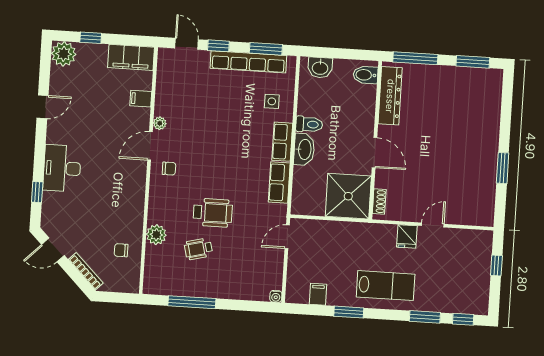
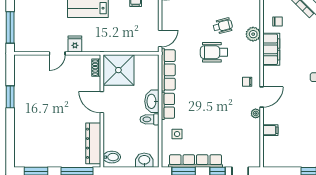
filing cabinet: (131, 57) -> (271, 49), moved, turned 90
row of seats: (279, 182) -> (168, 70), width x1.48
window: (496, 266) -> (10, 27), width x2.17

